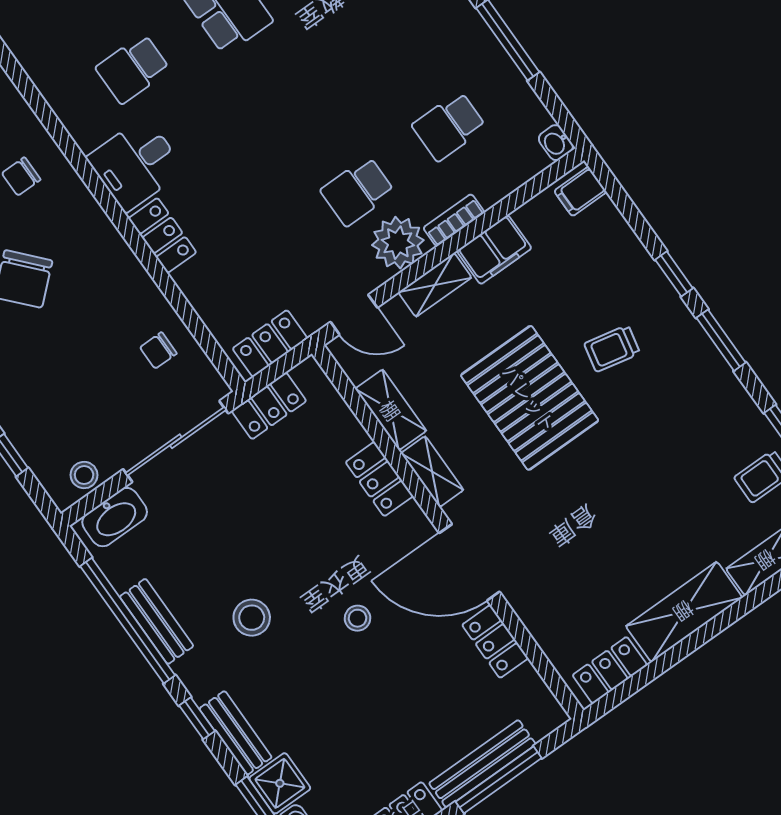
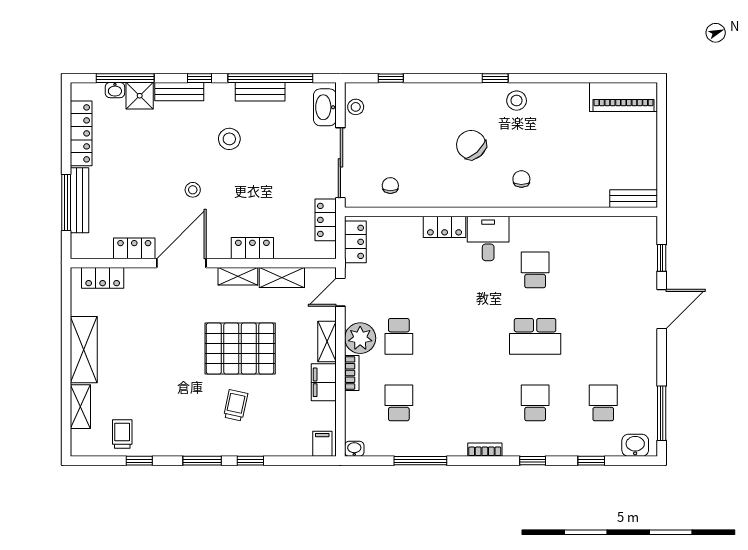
school desk: (358, 191) -> (399, 336), turned 180
locker: (610, 670) -> (103, 278), moved, turned 90

